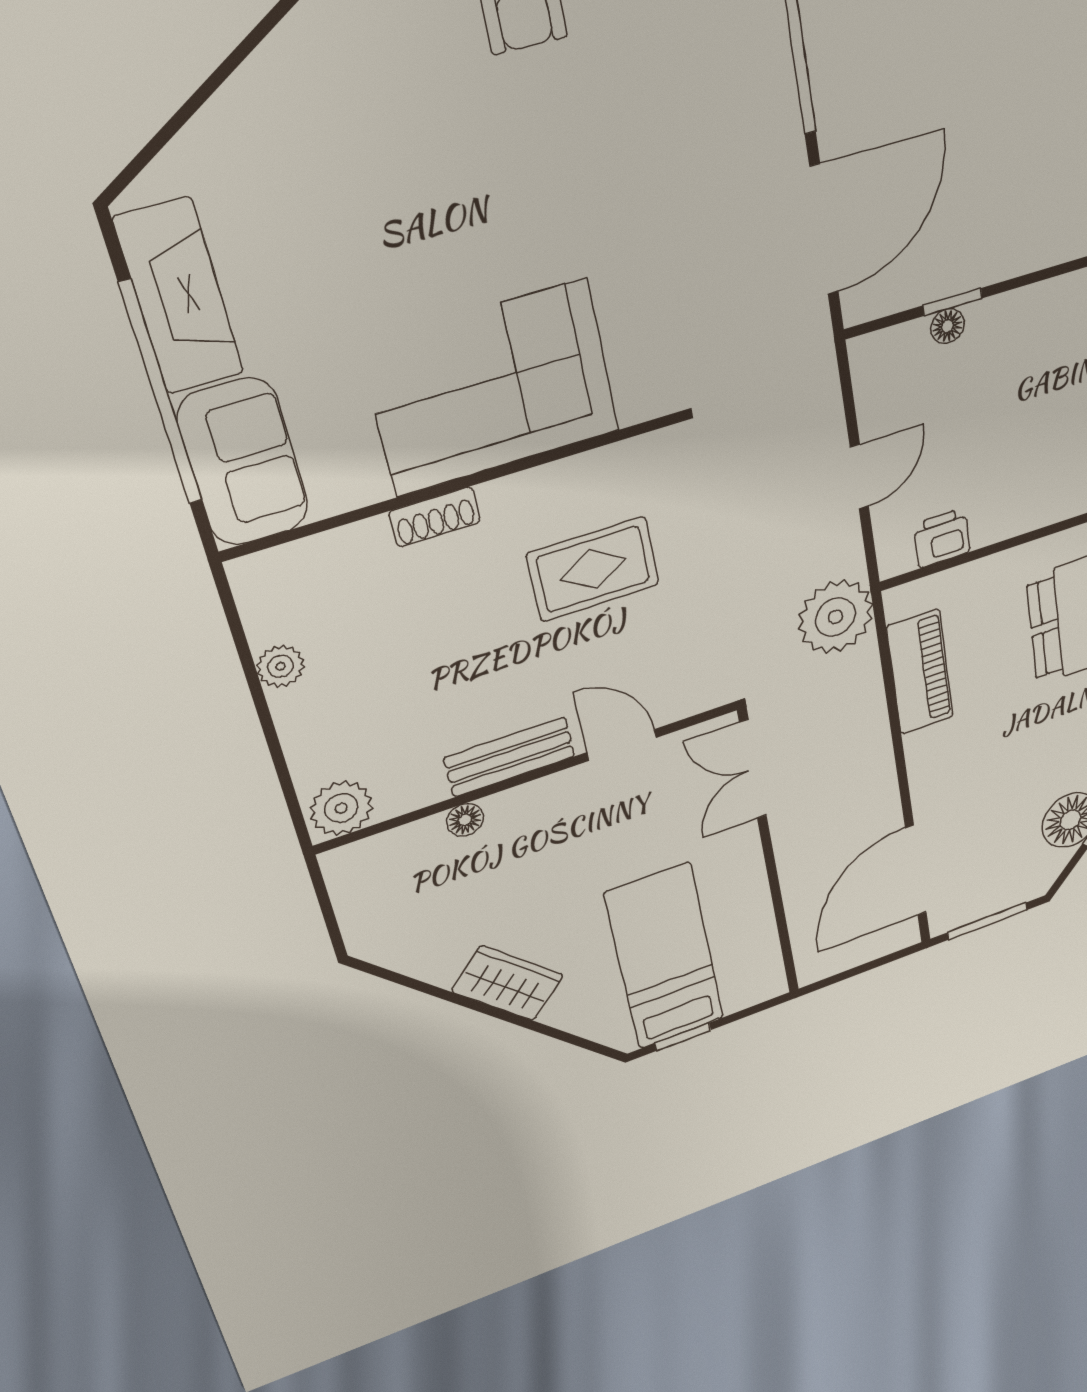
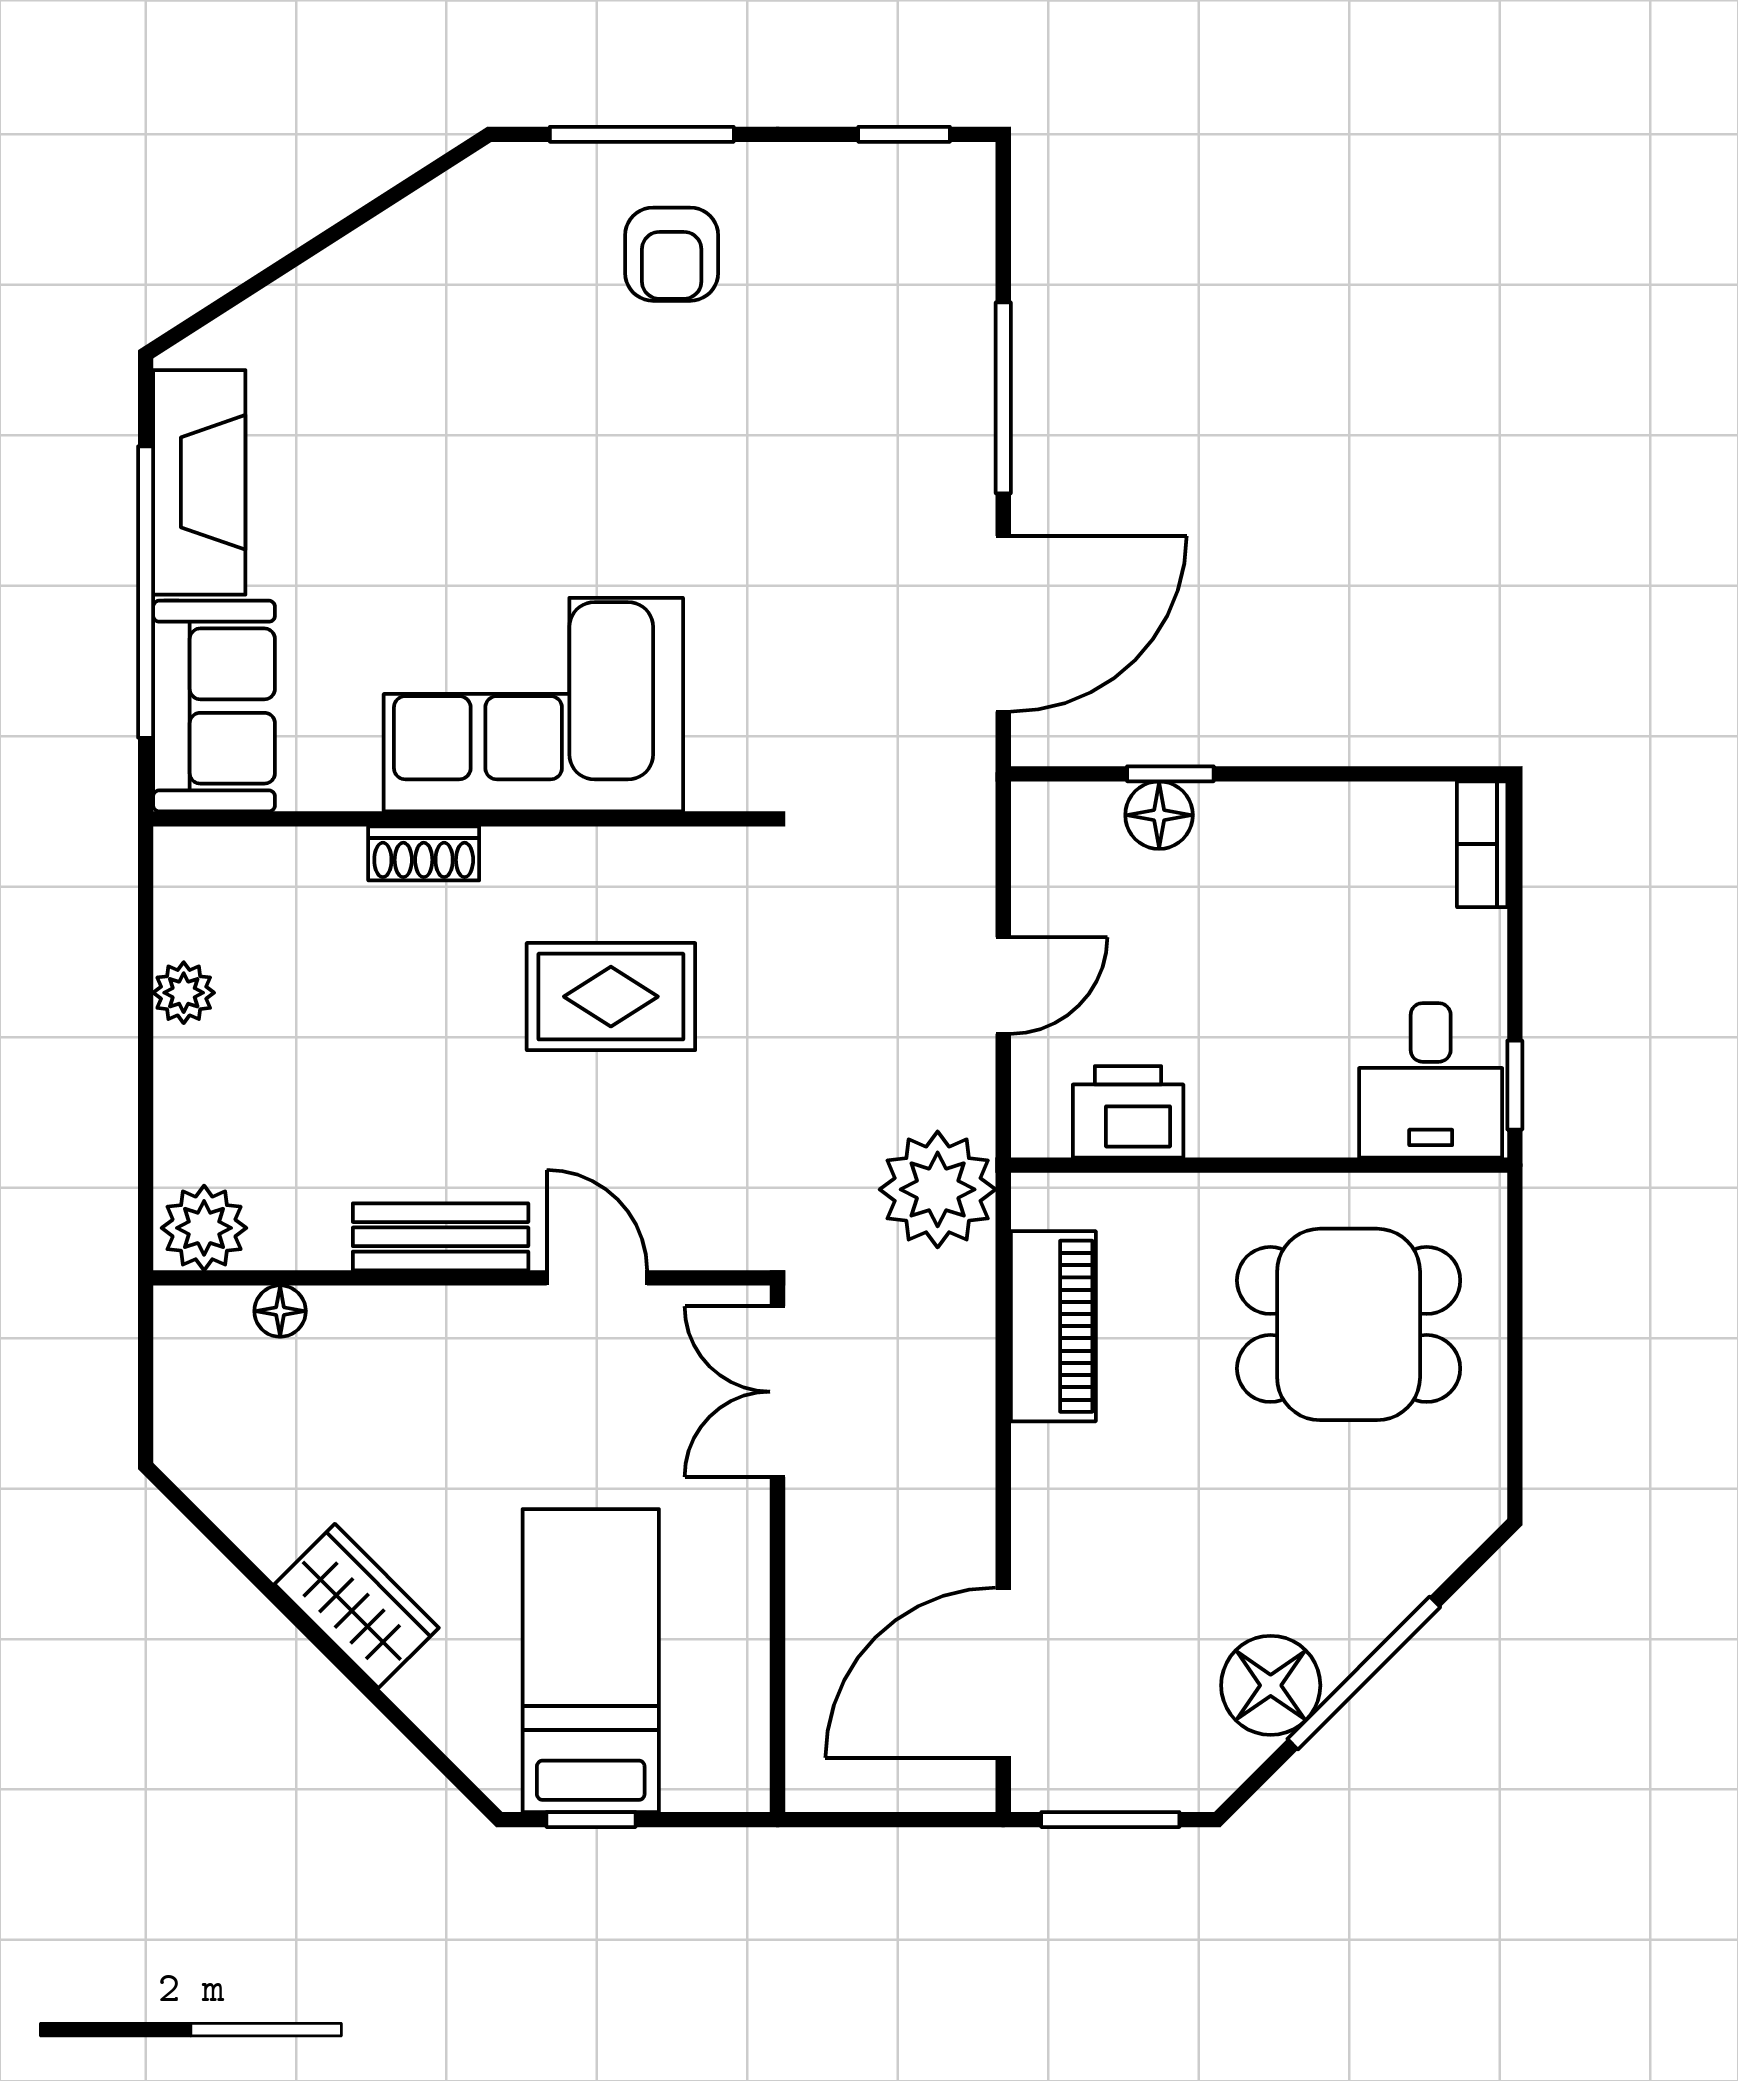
floor lamp: (947, 326) -> (1159, 815), width x1.37, depth x1.37
printer: (942, 538) -> (1128, 1112), width x1.36, depth x1.24
floor lamp: (465, 820) -> (280, 1311), moved

